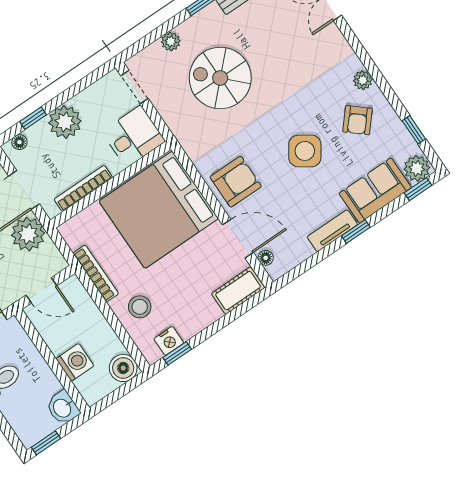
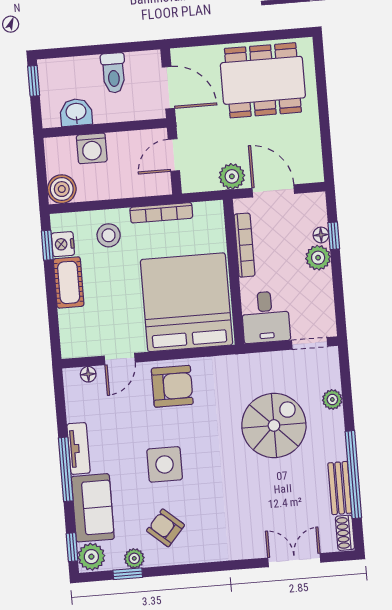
plant: (363, 80) -> (134, 558), moved
plant: (65, 122) -> (318, 258), width x0.73, depth x0.73
floor lamp: (19, 142) -> (321, 235), moved
side table: (305, 151) -> (165, 464), turned -34
armchair: (236, 182) -> (172, 386), turned -90
window: (356, 231) -> (66, 469), width x2.17
plant: (28, 234) -> (232, 176), width x0.73, depth x0.73
door: (238, 239) -> (120, 359), width x0.73
cot: (238, 291) -> (69, 282), moved
washbasin: (63, 408) -> (76, 112), moved

